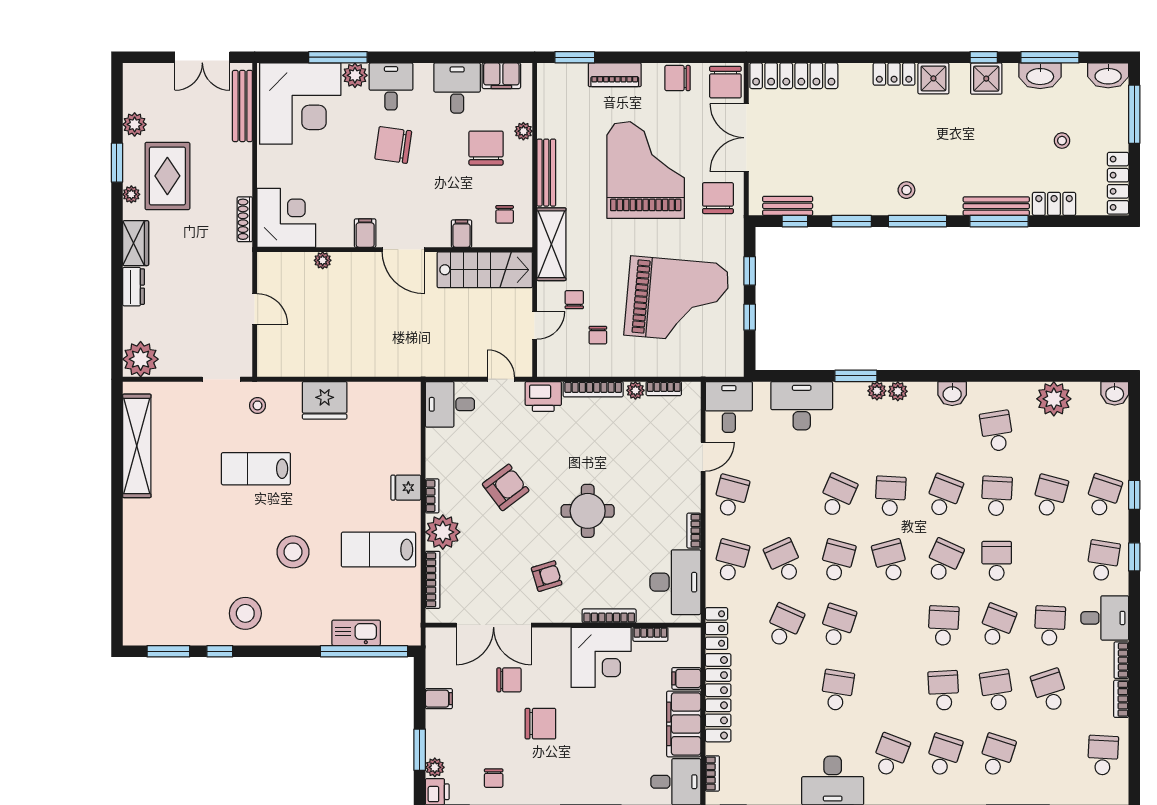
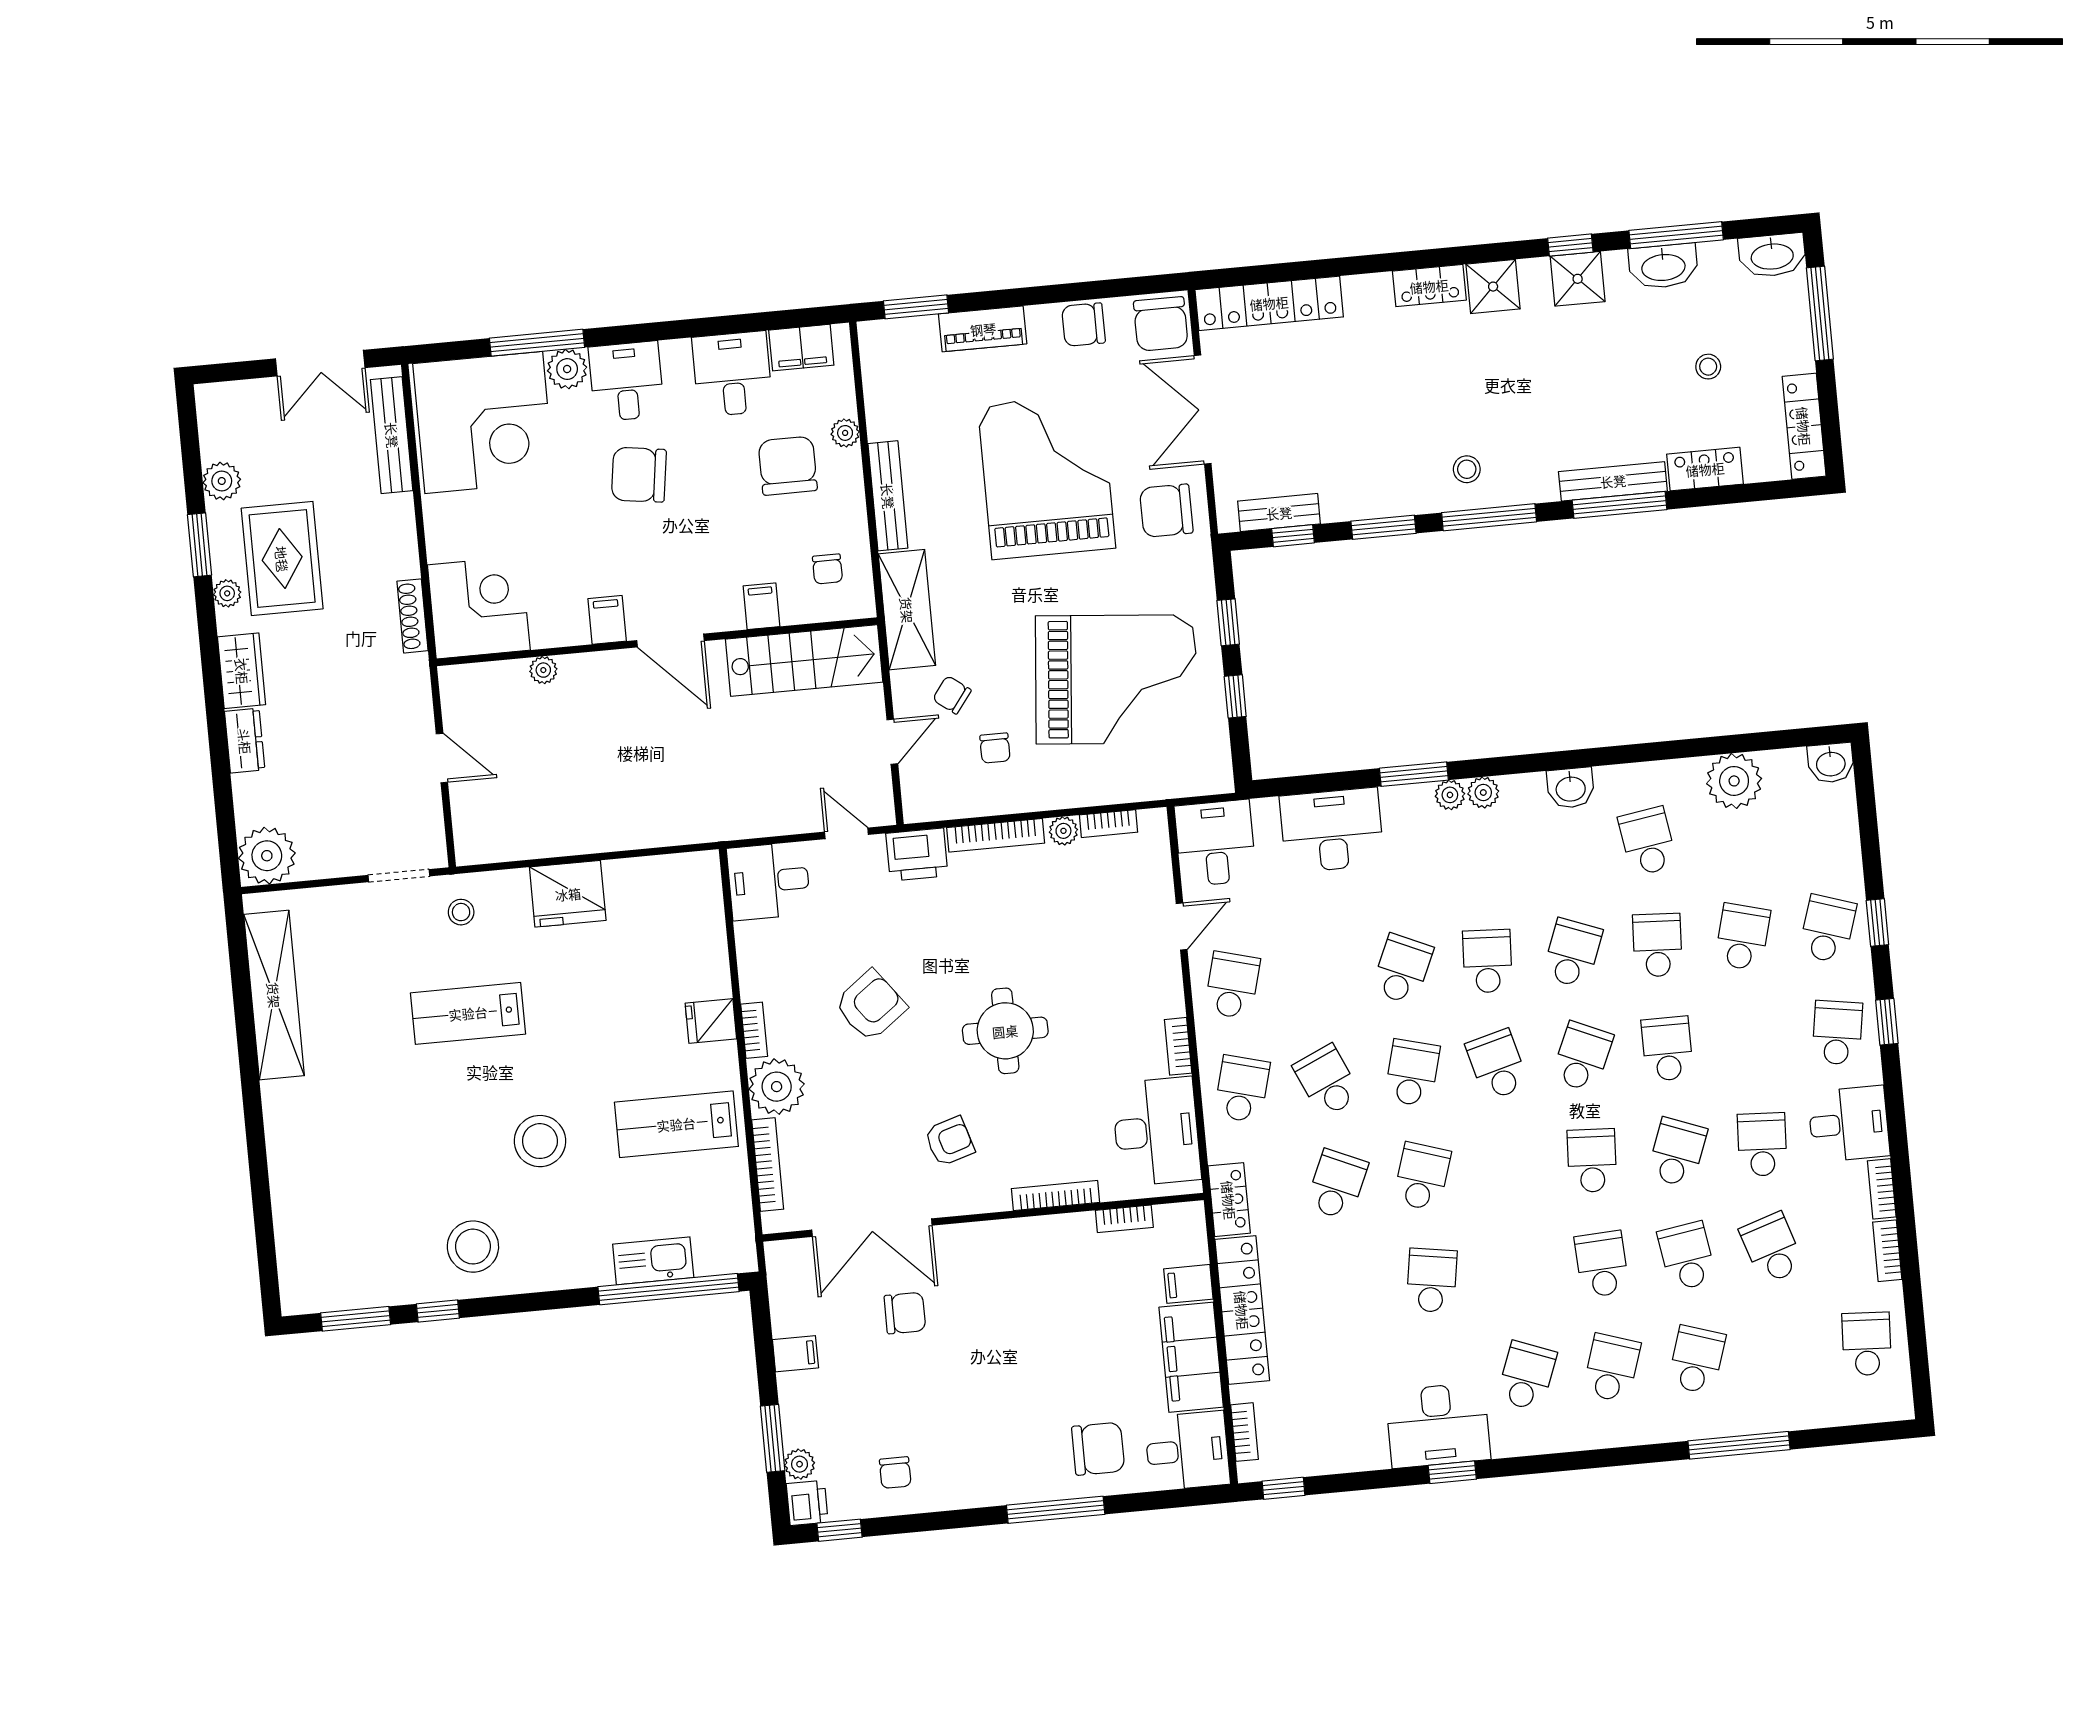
chair: (718, 198) -> (1166, 511), turned -90
chair: (574, 300) -> (952, 695), turned -53
corner desk: (601, 657) -> (1049, 1263), removed
chair: (540, 724) -> (1098, 1449), moved

